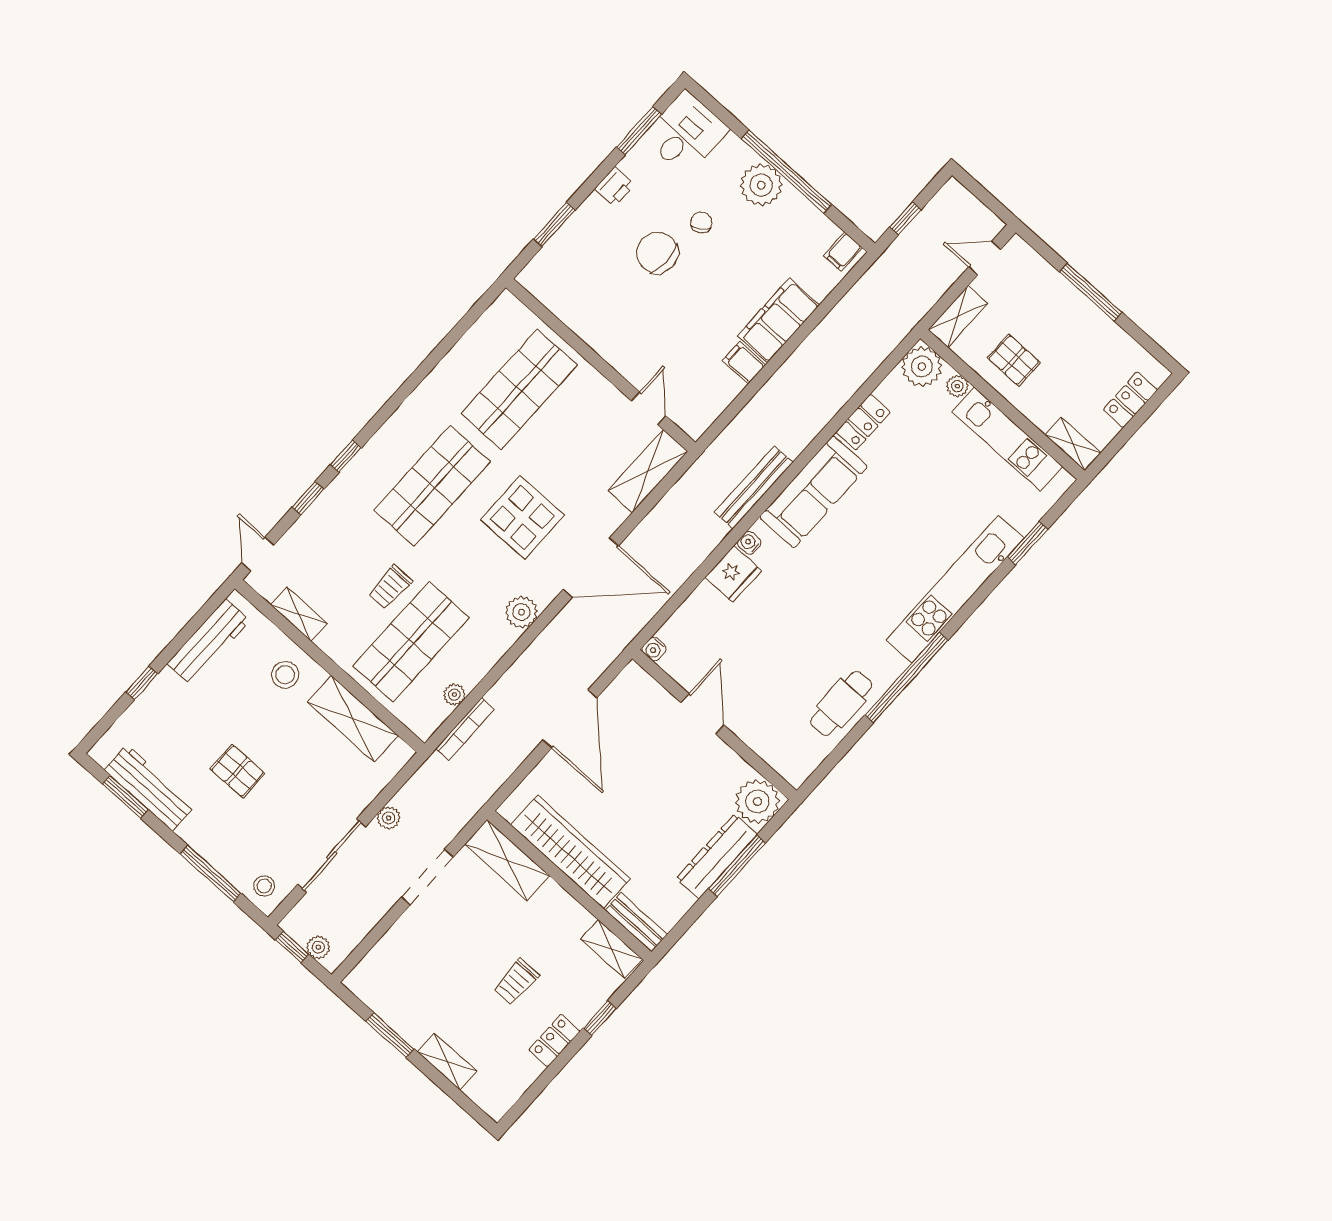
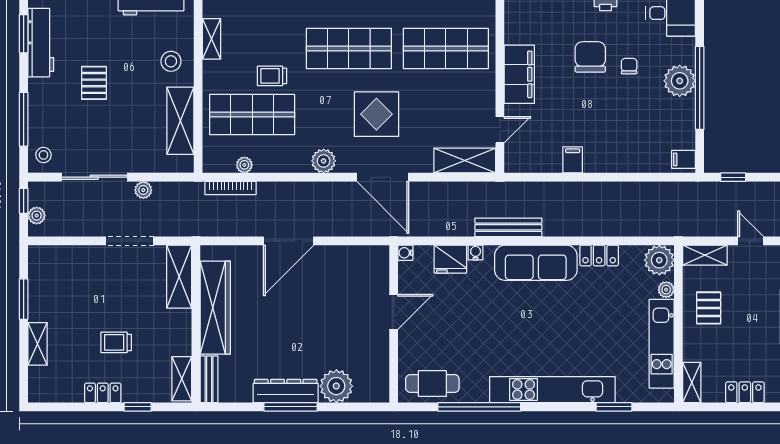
chair: (701, 222) -> (629, 66), turned -56
filing cabinet: (778, 320) -> (519, 74), moved, turned 90
water cooler: (654, 649) -> (405, 253), moved
door: (702, 714) -> (394, 312), moved
wall: (714, 725) -> (394, 324), moved

